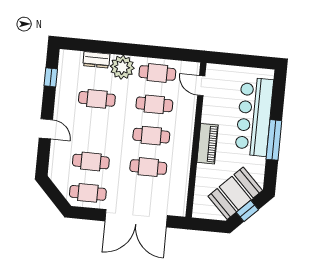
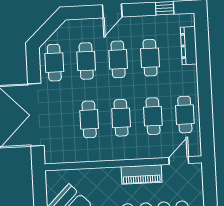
dresser: (96, 60) -> (189, 46), width x1.44
plant: (122, 67) -> (185, 78), removed
cafe table: (94, 130) -> (118, 59), added
piano: (208, 144) -> (142, 174), moved

